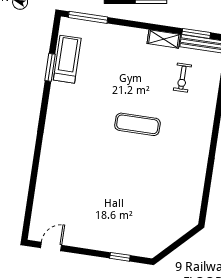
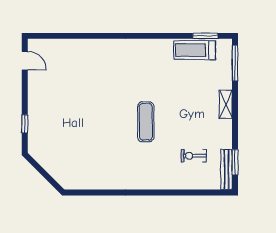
shelving: (164, 39) -> (226, 104), moved
treadmill: (67, 59) -> (195, 50), turned 180
window: (50, 67) -> (205, 36), moved

